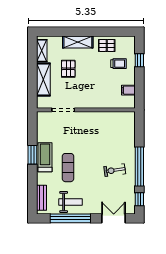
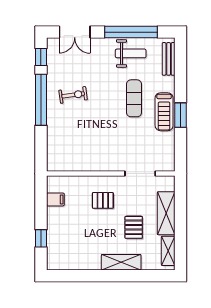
pallet: (107, 45) -> (103, 200), moved
trolley: (119, 64) -> (68, 234), removed
weight bench: (71, 202) -> (131, 53), turned 180

